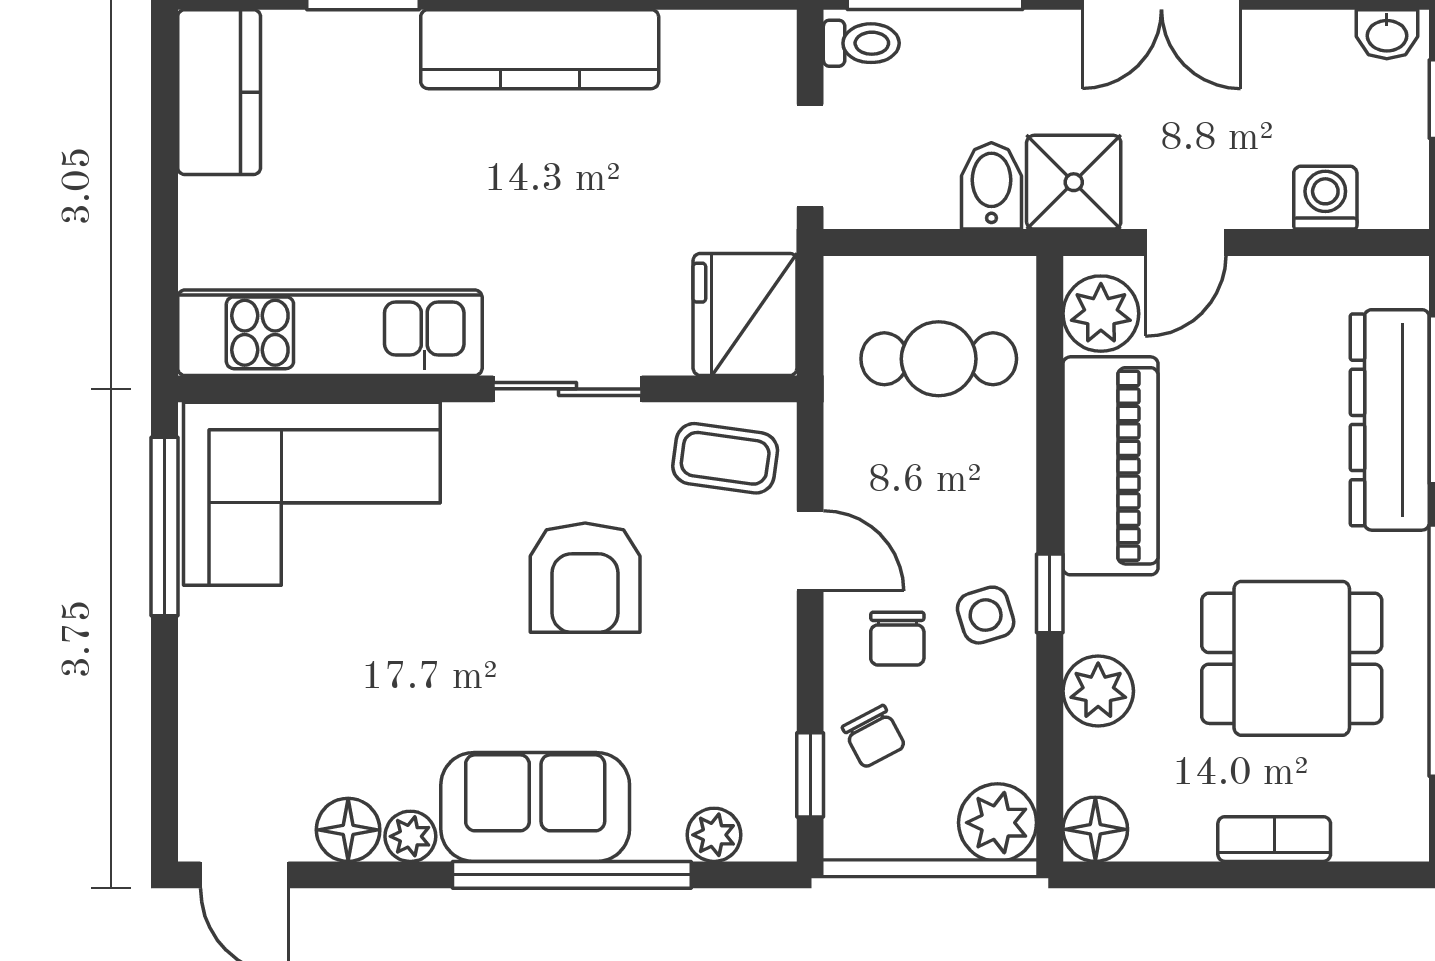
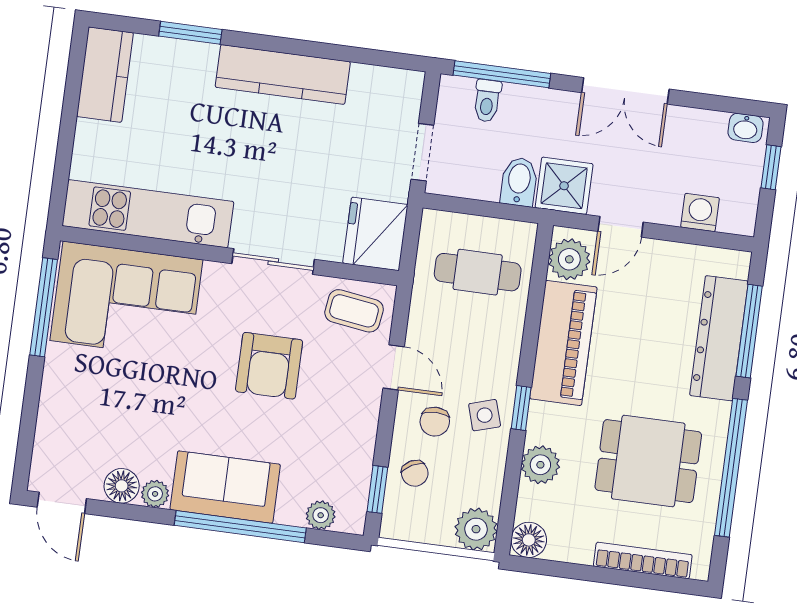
toilet: (861, 43) -> (487, 101), moved, turned 90
bookcase: (1274, 839) -> (643, 560), width x1.56

